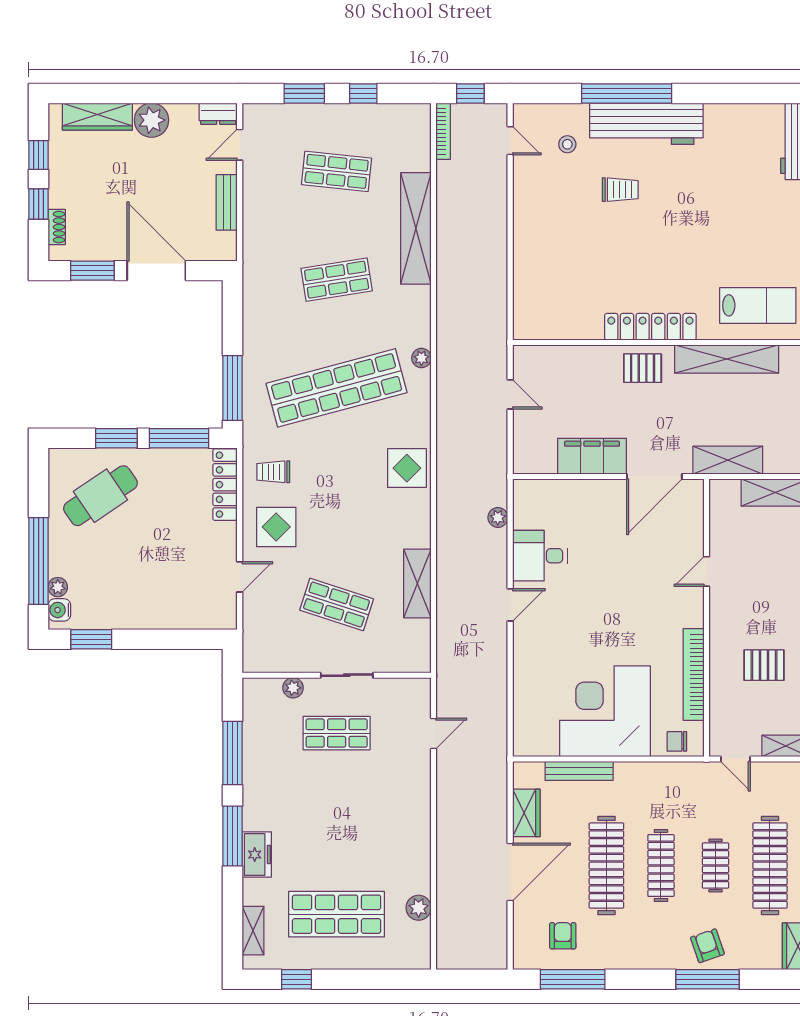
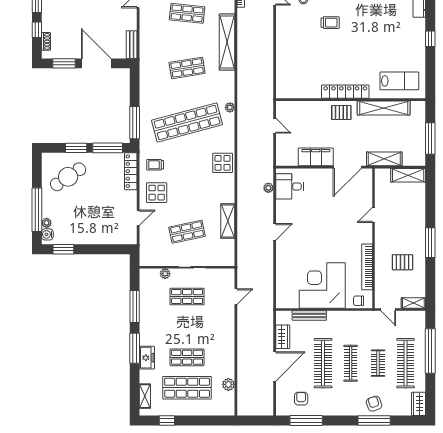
bench: (227, 202) -> (132, 45), moved
desk: (540, 556) -> (289, 186), moved
shop shelf: (337, 605) -> (187, 232), turned -30
shop shelf: (337, 854) -> (187, 357), added

